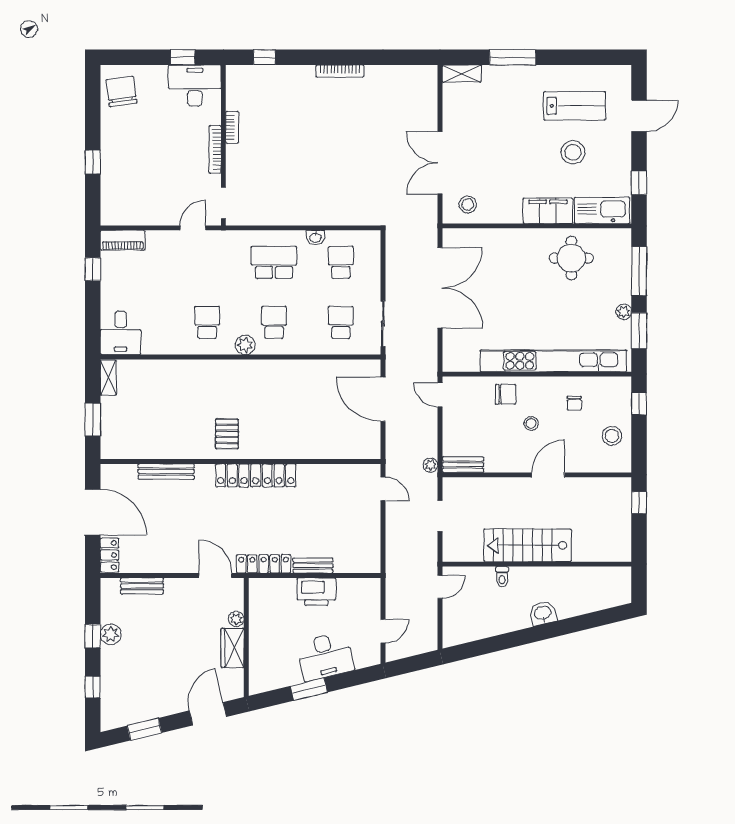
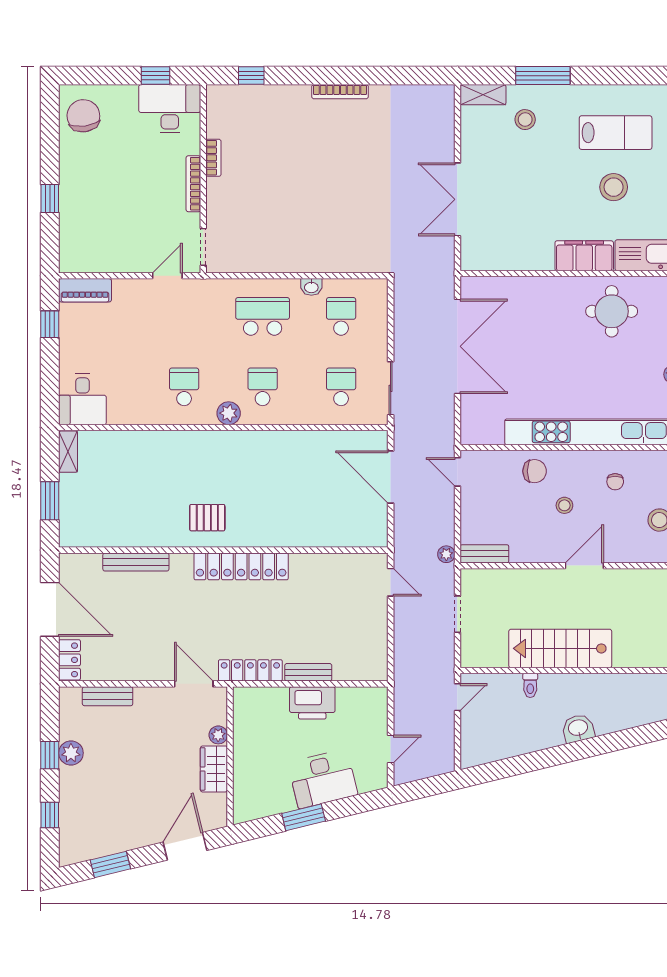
stool: (468, 204) -> (525, 120), moved
pallet: (227, 434) -> (207, 518), turned 90

